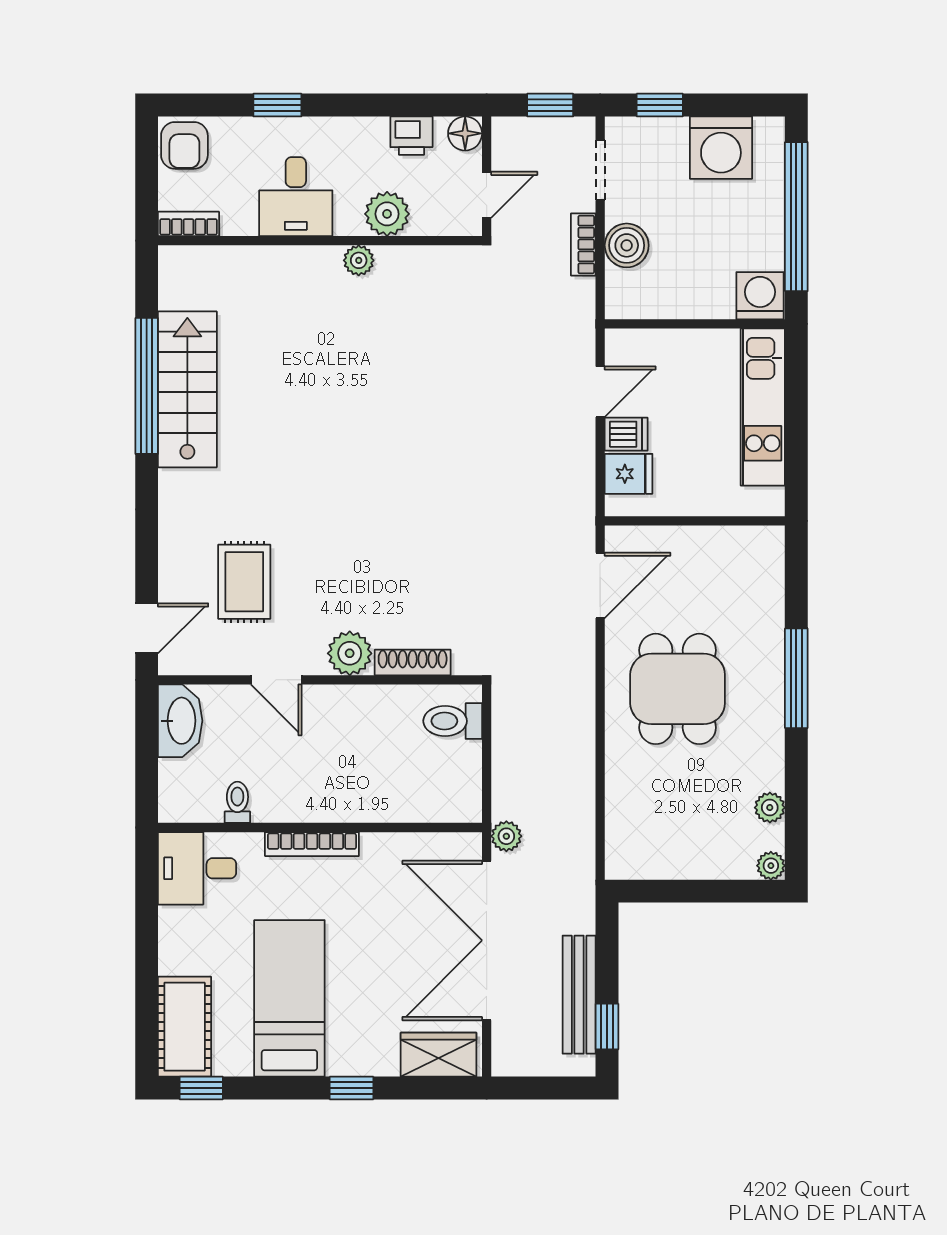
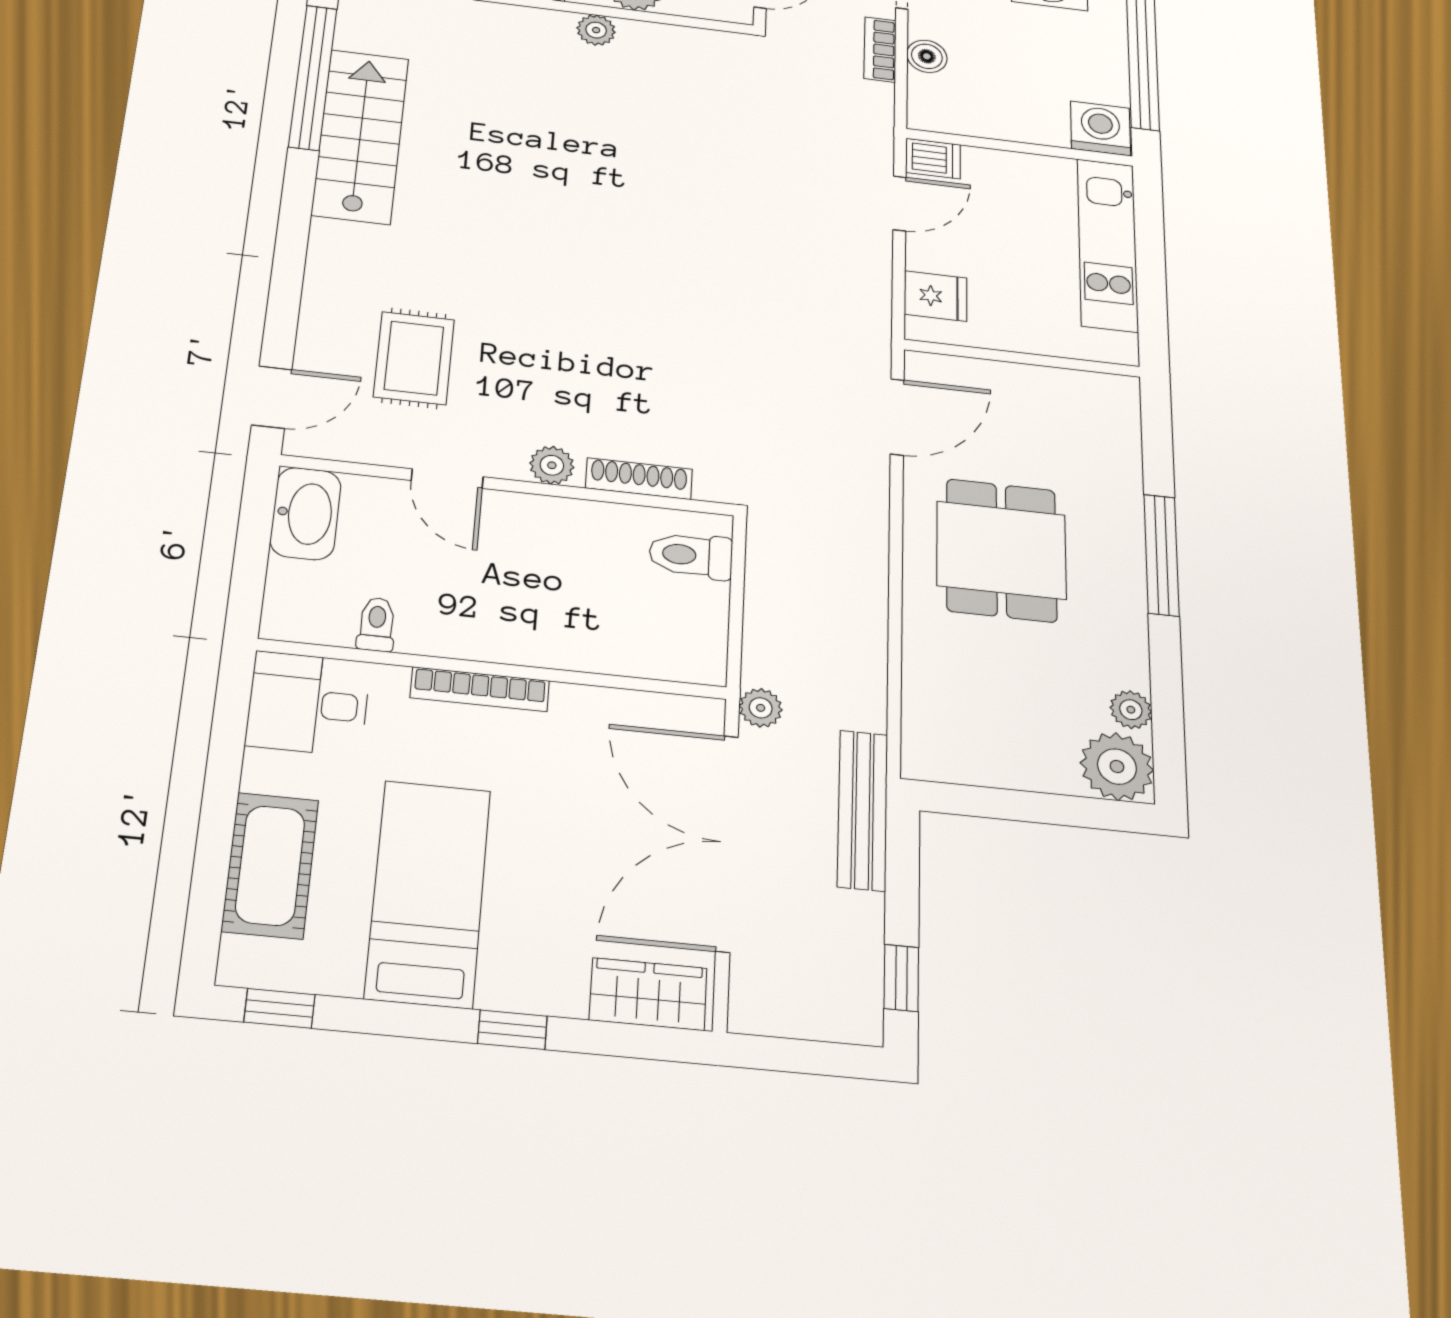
boiler: (627, 245) -> (927, 56), width x0.73, depth x0.73
window: (147, 386) -> (313, 77), moved
dishwasher: (626, 434) -> (933, 159), moved
plant: (350, 653) -> (552, 465), width x0.73, depth x0.73
plant: (771, 866) -> (1117, 767), width x1.88, depth x1.88
bench: (579, 995) -> (863, 810), moved
cot: (185, 1027) -> (270, 865), moved

